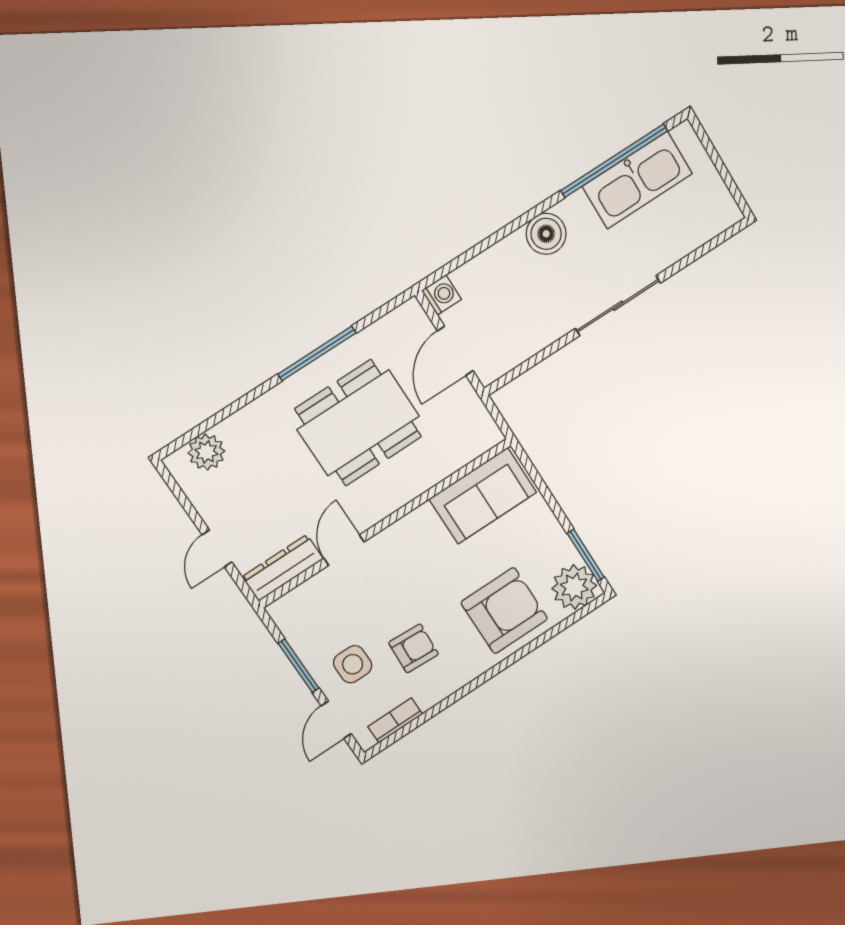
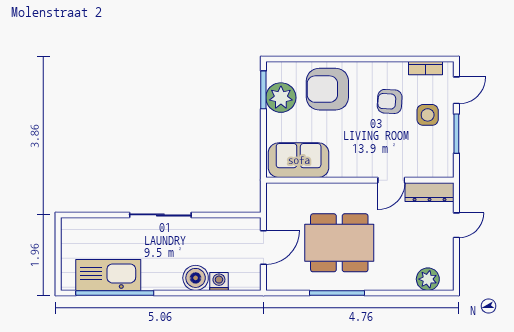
boiler: (546, 234) -> (196, 278), moved
washing machine: (442, 295) -> (219, 281), moved, turned 90
plant: (574, 587) -> (281, 98), moved

